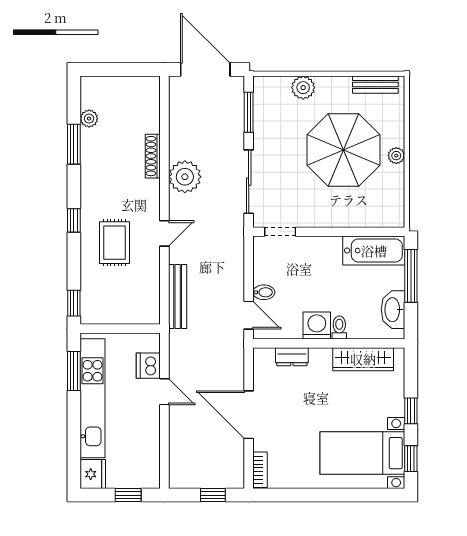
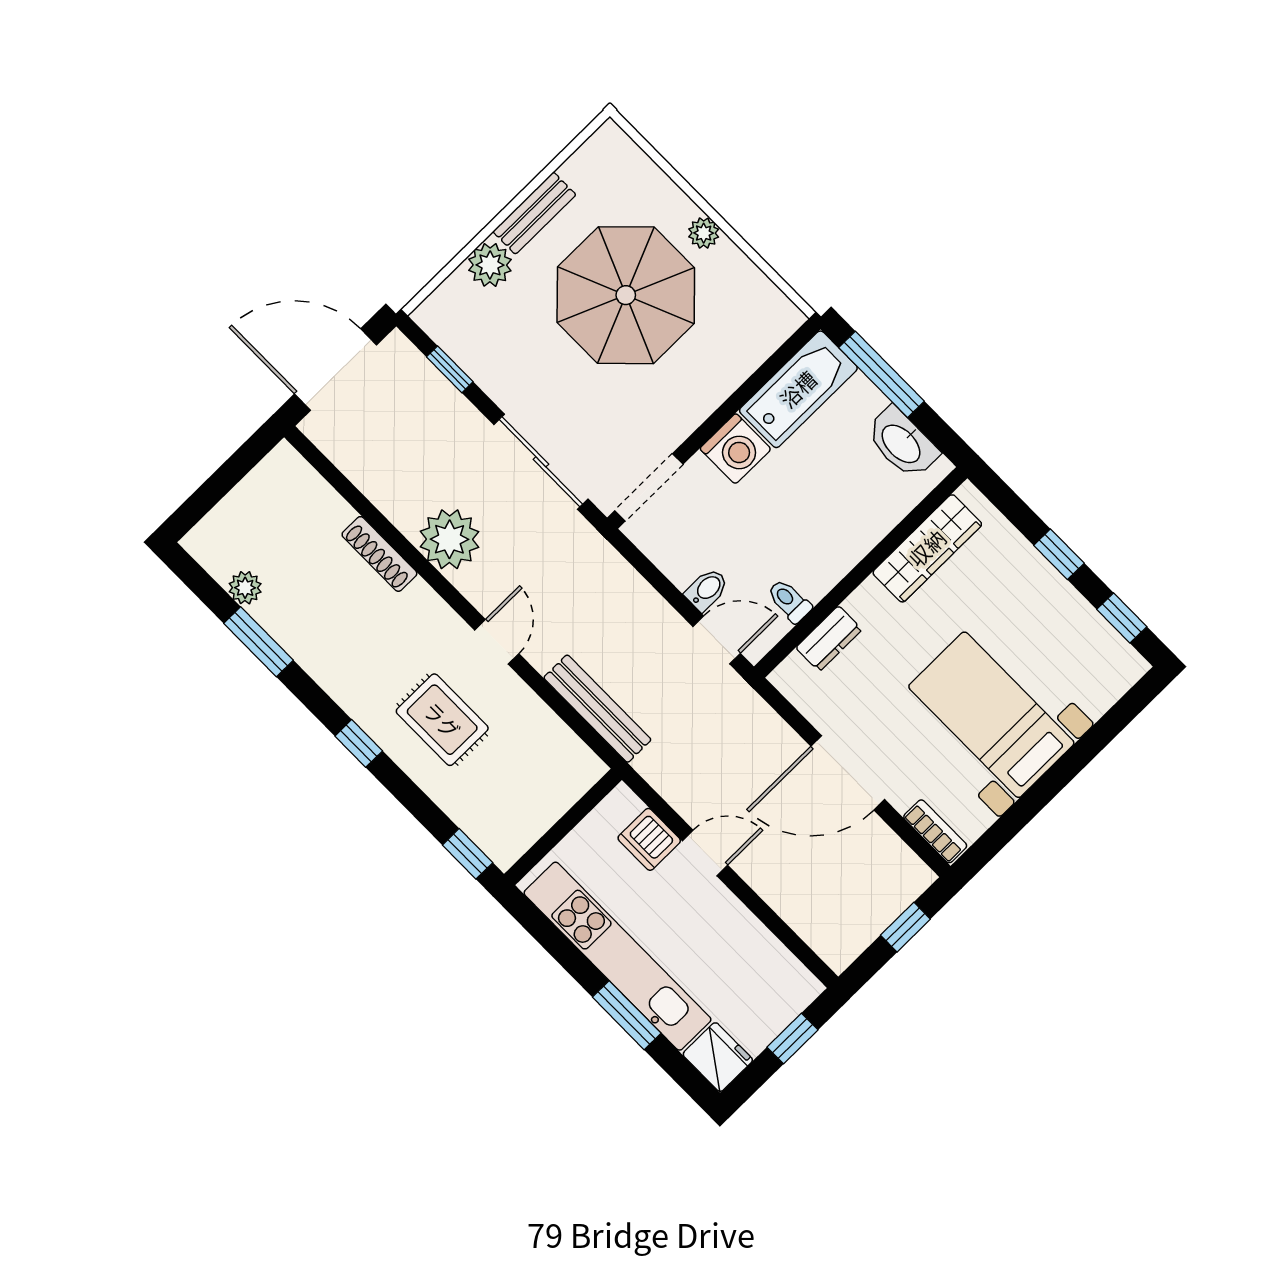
bench: (375, 85) -> (534, 213), moved
window: (249, 112) -> (450, 369), width x0.67
doorway: (280, 232) -> (649, 487), width x1.38
washing machine: (317, 326) -> (735, 449), moved, turned 180
toilet: (339, 327) -> (789, 601), moved
window: (74, 371) -> (627, 1015), moved
bed with nightstands: (362, 453) -> (991, 715), moved, turned 90

